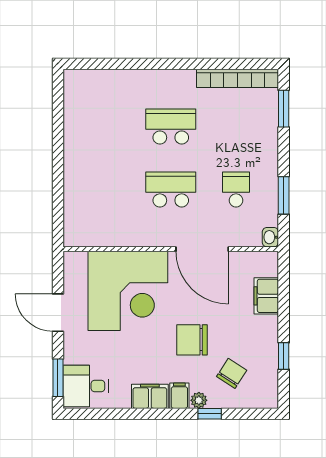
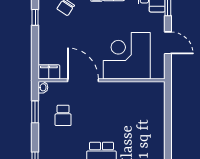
school desk: (171, 190) -> (101, 115), removed
filing cabinet: (266, 296) -> (49, 72), moved, turned -90
chair: (192, 340) -> (89, 27), removed

